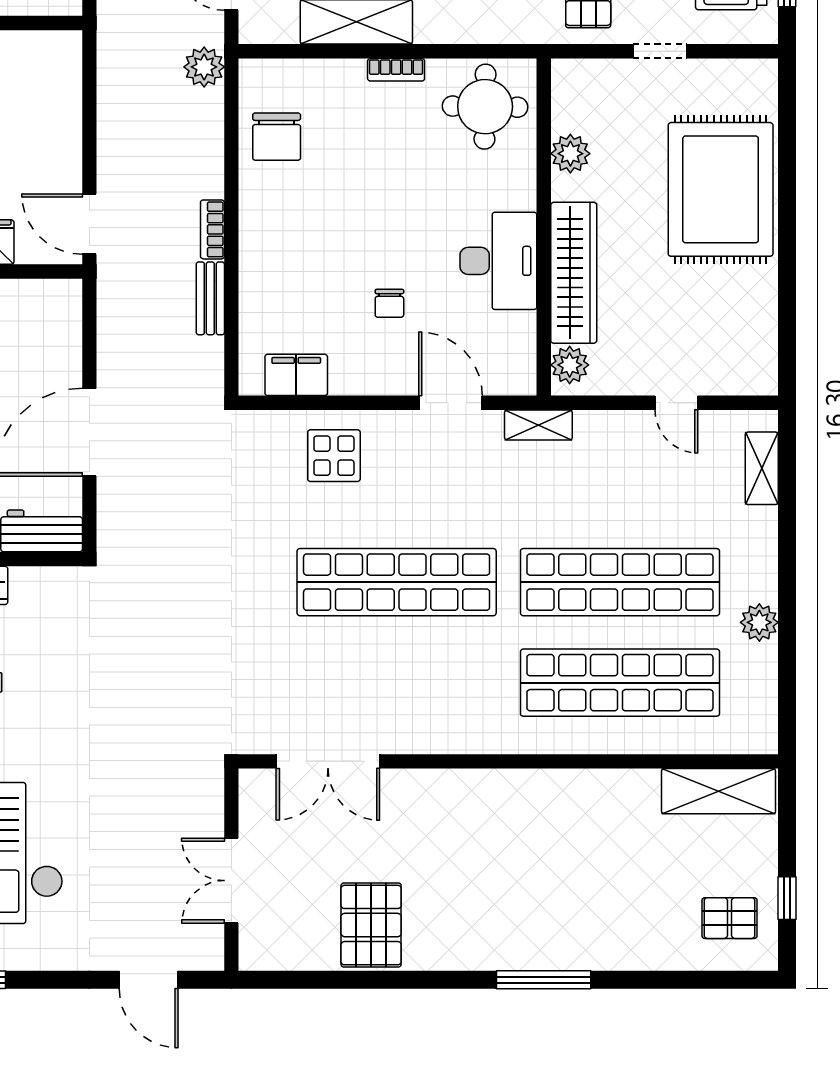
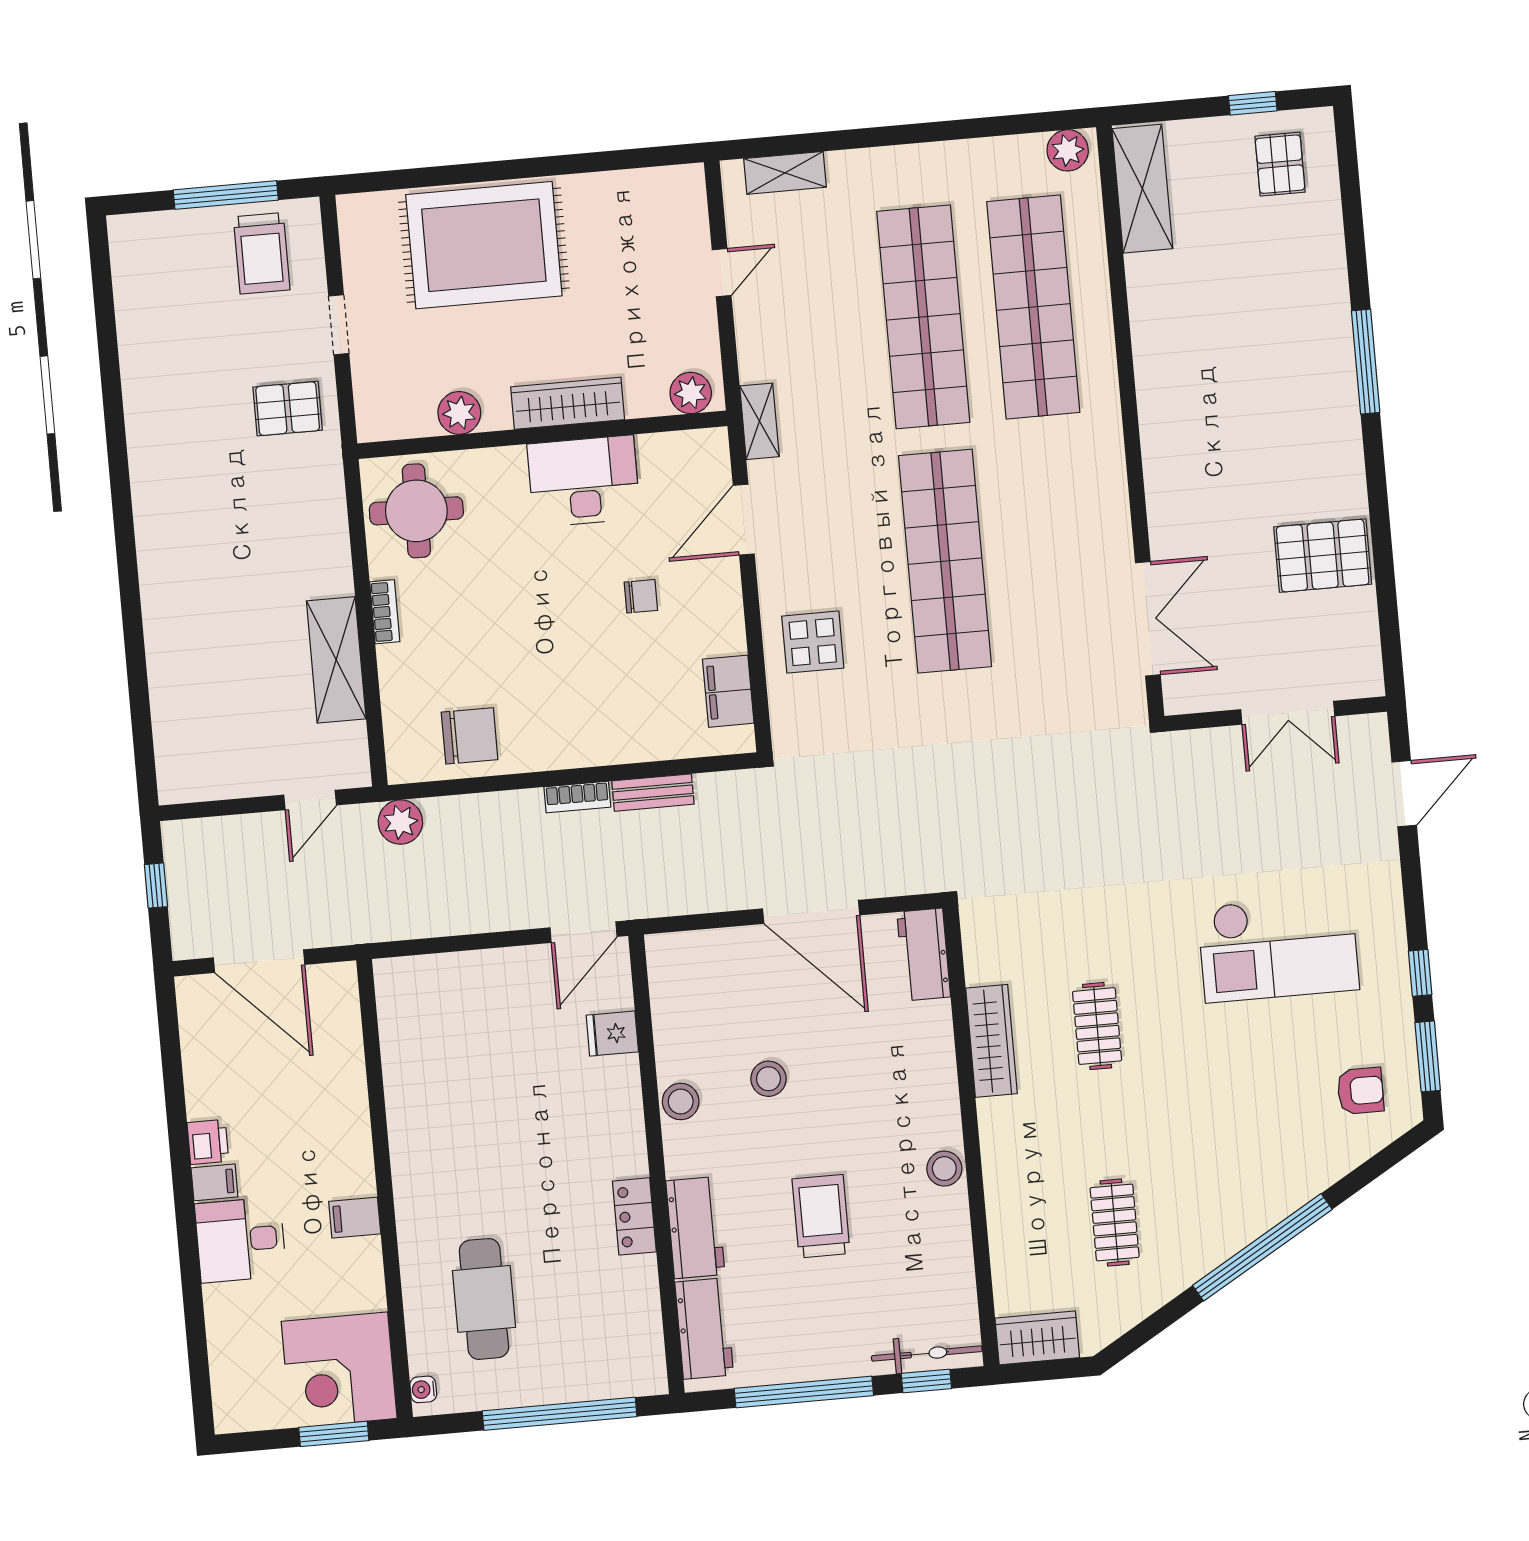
wardrobe: (574, 273) -> (568, 403), width x0.71, depth x0.85
plant: (759, 622) -> (1068, 150), moved

